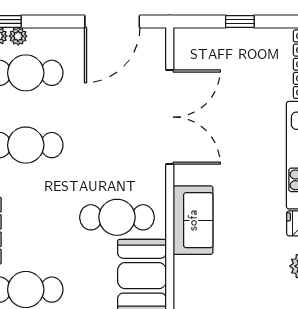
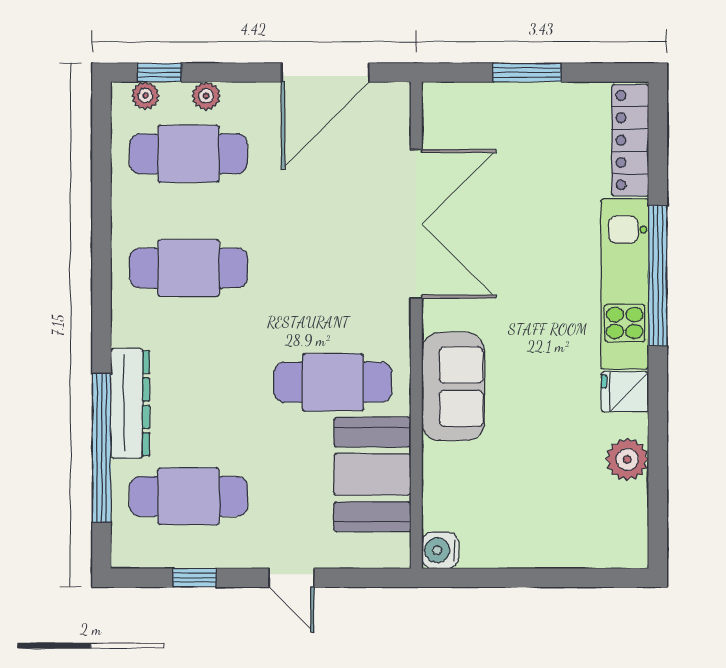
window: (240, 21) -> (527, 73), width x1.50
plant: (18, 36) -> (206, 96), moved

